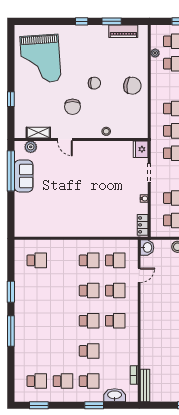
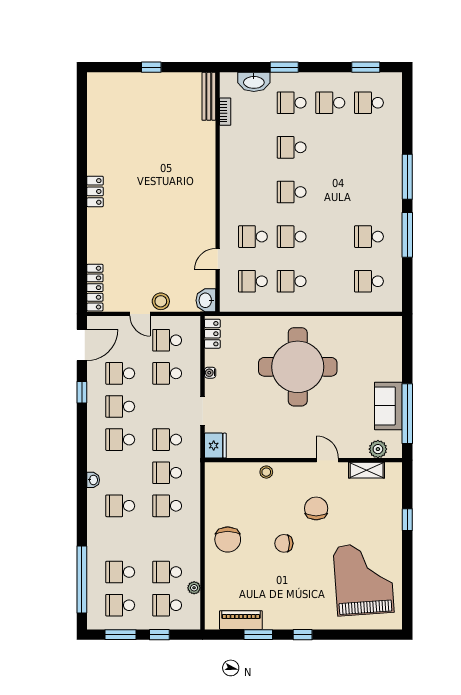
chair: (132, 86) -> (228, 539), turned -97
round table: (85, 202) -> (298, 367), added
window: (11, 292) -> (407, 235), width x1.44
school desk: (115, 321) -> (369, 237), moved

